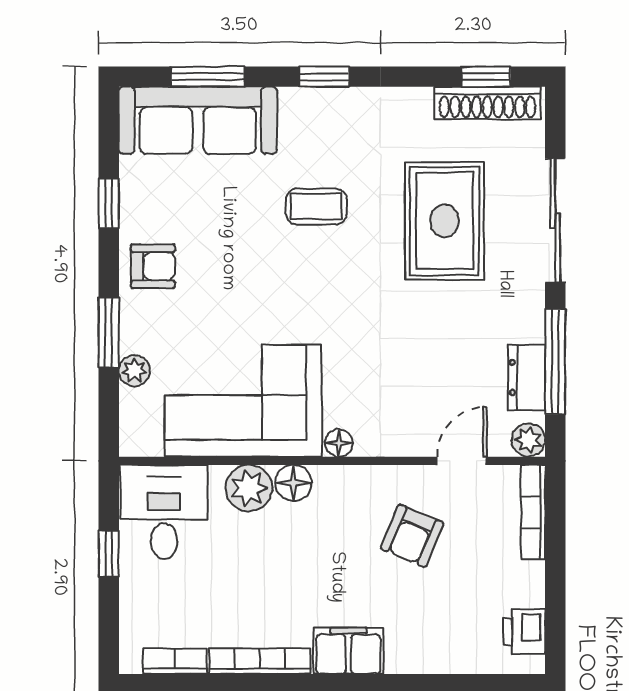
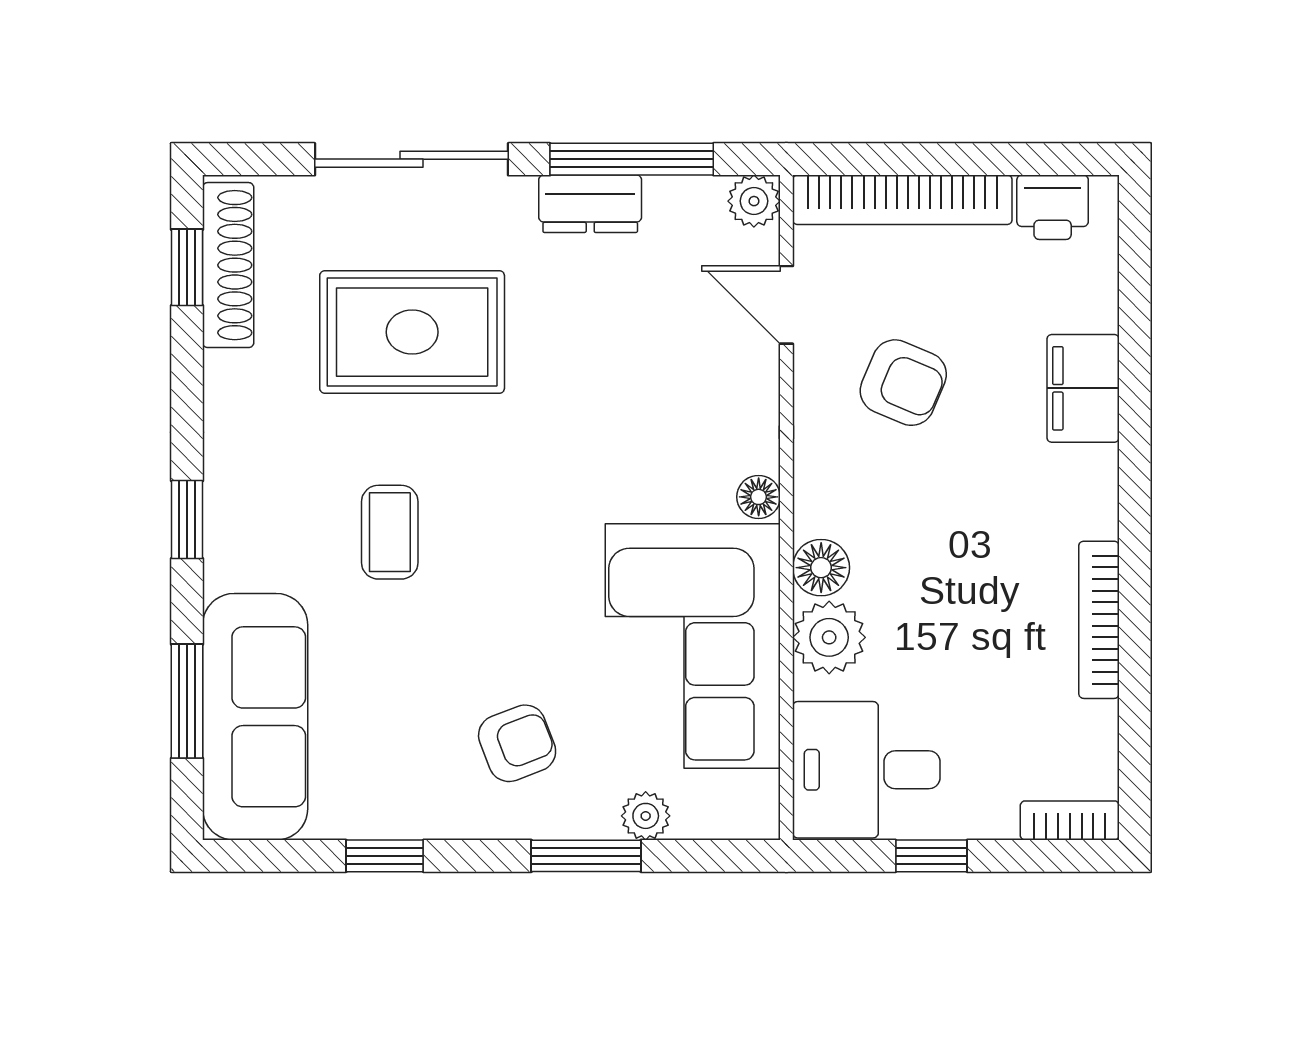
armchair: (153, 266) -> (517, 743), moved, turned 69
dresser: (527, 377) -> (590, 204), moved
bookcase: (533, 512) -> (902, 200), width x1.48, depth x1.31
filing cabinet: (348, 651) -> (1083, 388), moved
bookcase: (175, 661) -> (1070, 820), moved, turned 90

